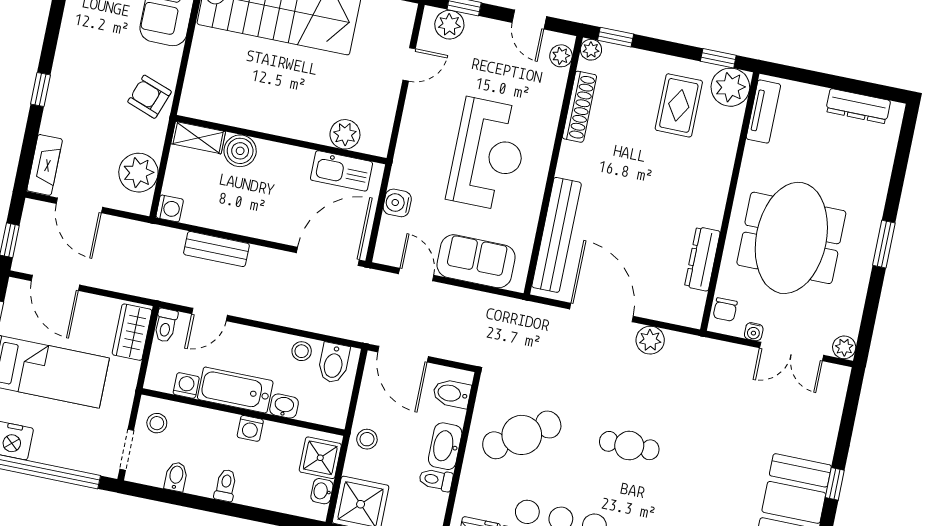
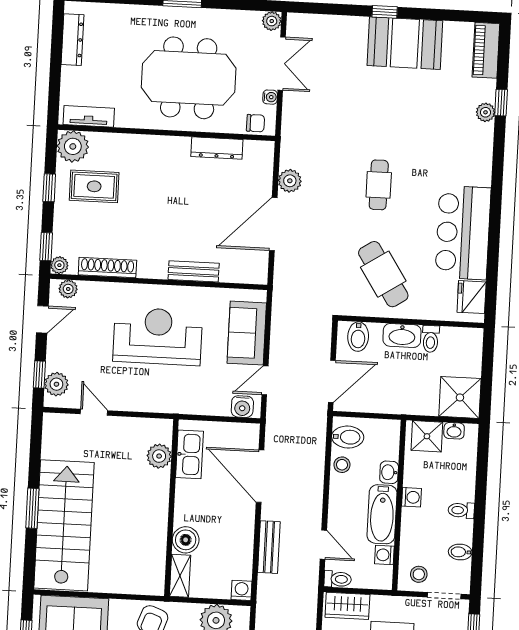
window: (718, 58) -> (49, 188), moved
water cooler: (397, 203) -> (242, 407), moved
bench: (557, 235) -> (194, 271), width x0.54, depth x0.82
door: (328, 256) -> (260, 476), moved
stool: (367, 439) -> (406, 400), removed

